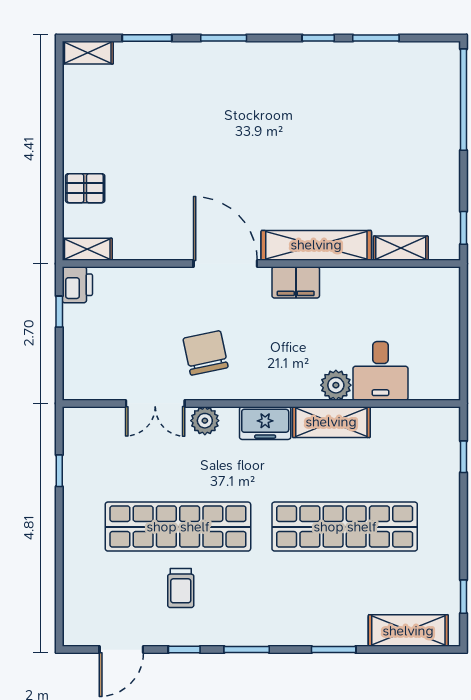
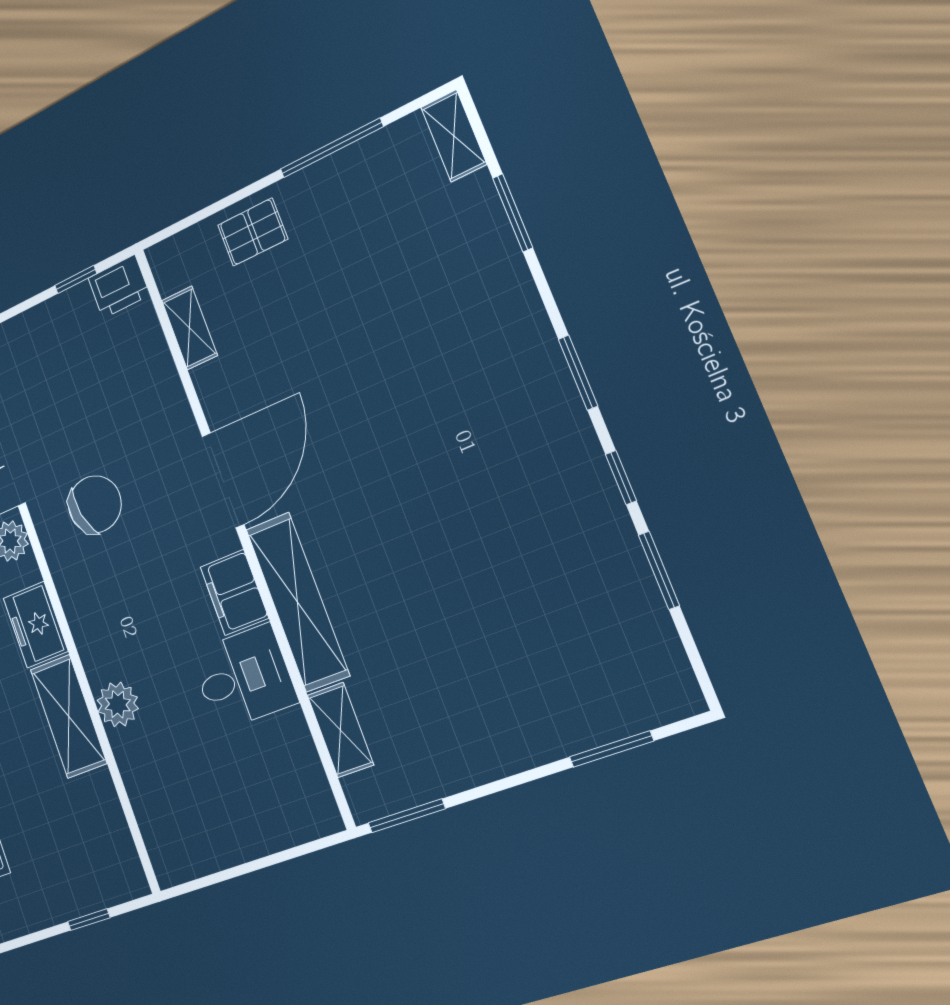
window: (224, 38) -> (578, 373), moved
window: (463, 100) -> (611, 749), width x0.47
window: (59, 123) -> (331, 148), added
pallet: (85, 188) -> (253, 232), turned 90
window: (463, 228) -> (407, 816), width x1.50
shelving: (87, 249) -> (190, 328), moved
desk: (380, 371) -> (244, 677), moved, turned 180

